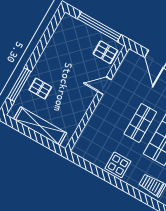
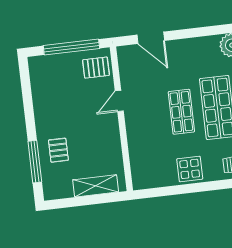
pallet: (40, 88) -> (58, 150), turned 90
shelving: (40, 126) -> (96, 186), width x0.68

